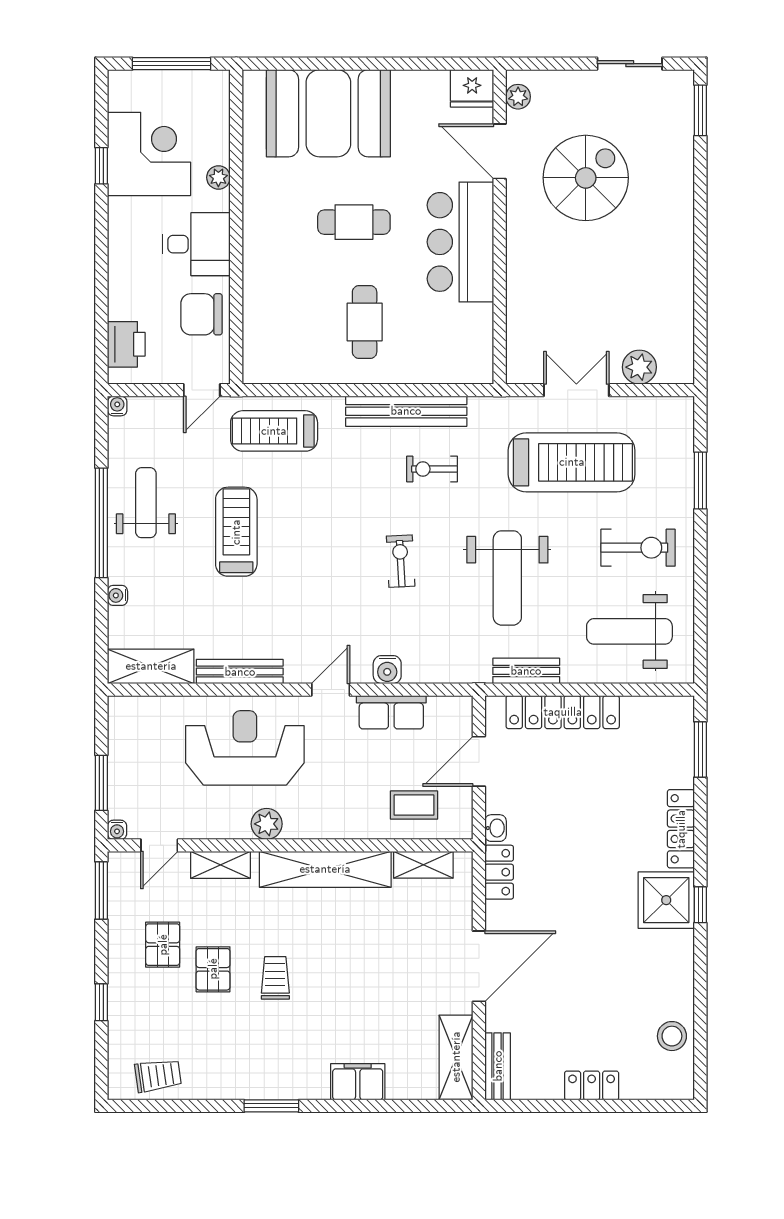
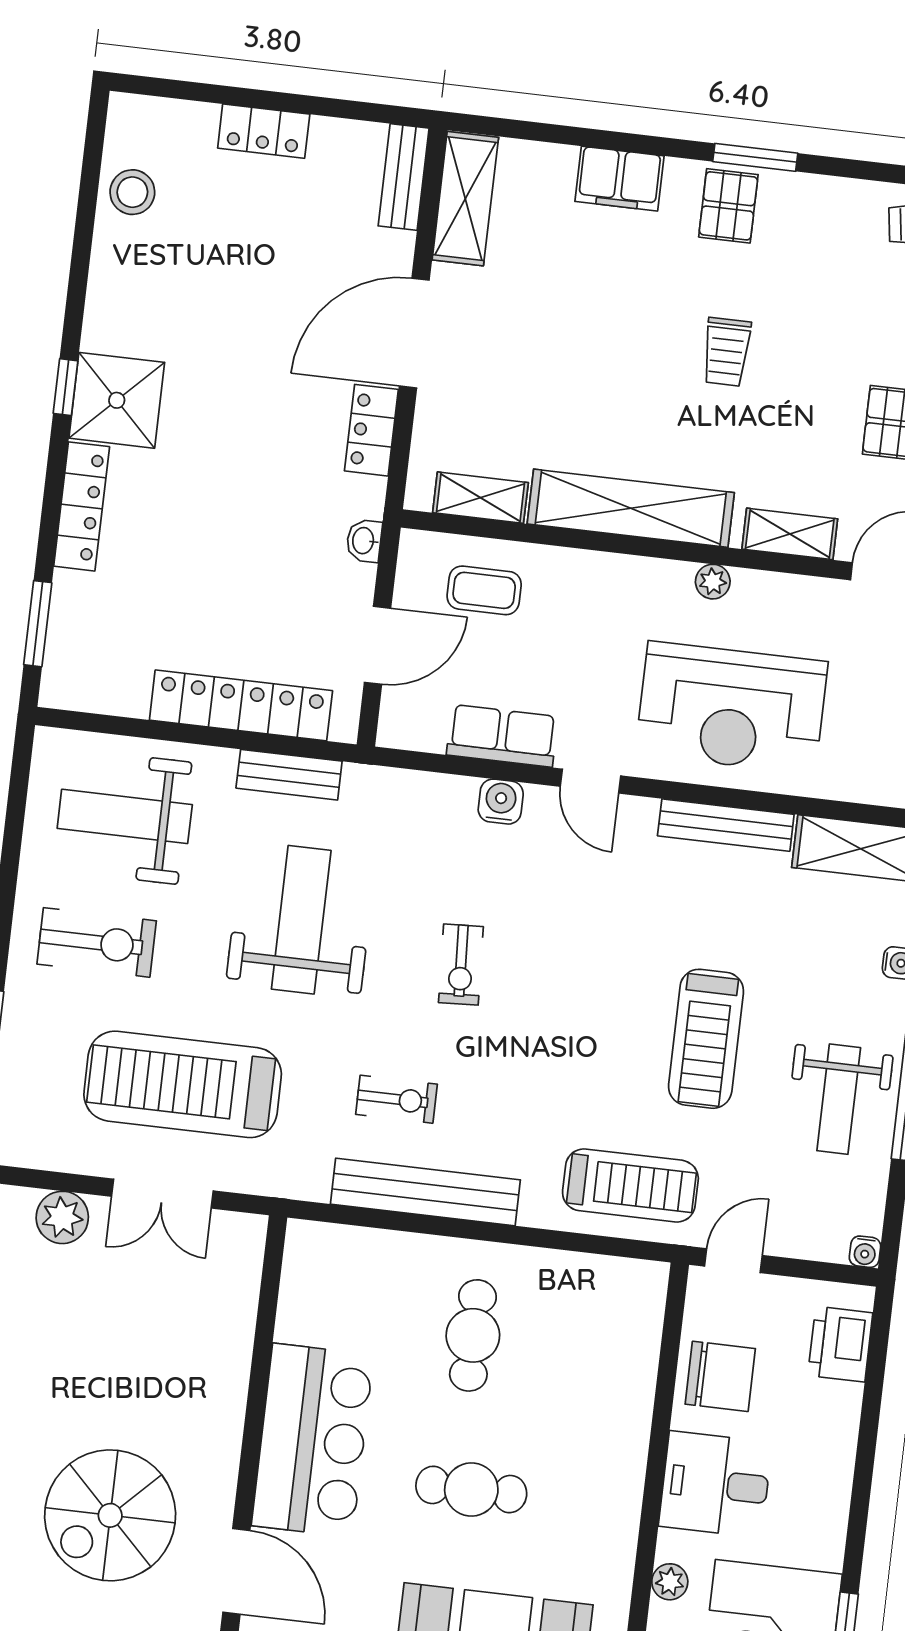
exercise bike: (638, 548) -> (97, 942), turned 180
weight bench: (629, 631) -> (125, 816), turned 180
door: (331, 690) -> (590, 781), hinge flipped
plant: (267, 824) -> (713, 582), width x0.73, depth x0.73
locker: (499, 872) -> (371, 430), moved
pallet: (213, 969) -> (728, 206), moved

